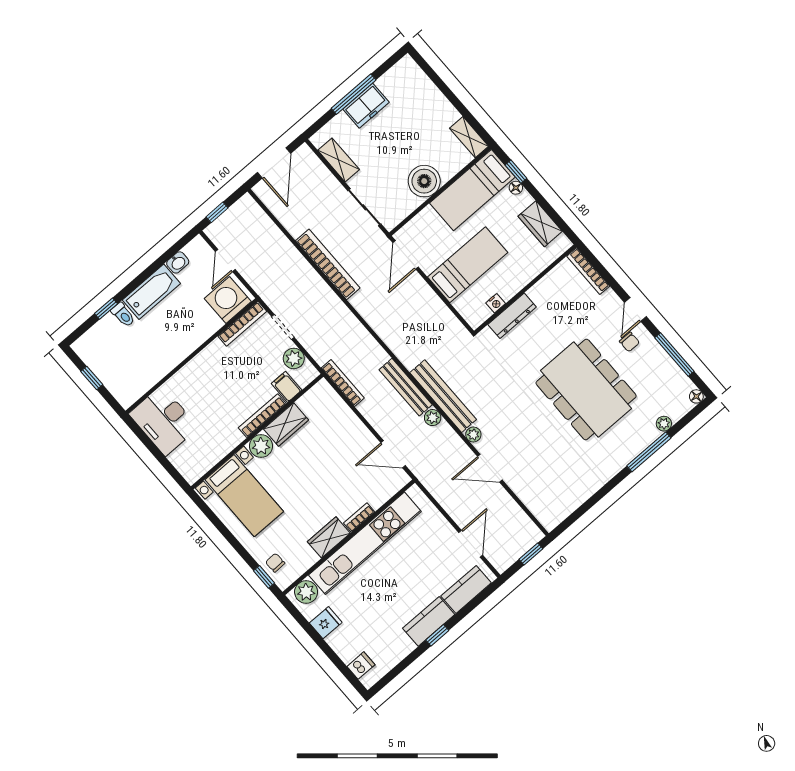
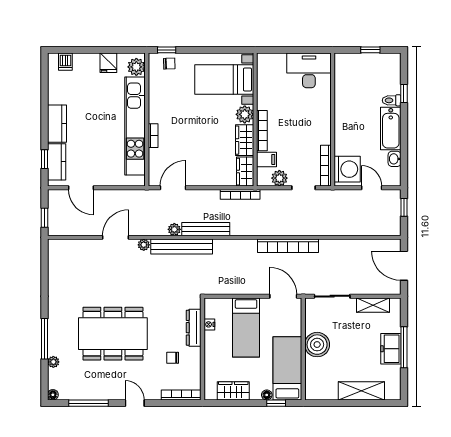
shelving: (469, 137) -> (361, 391), moved, width x1.50, depth x1.33
bookcase: (328, 264) -> (288, 246), moved
chair: (629, 342) -> (173, 358), moved
wardrobe: (329, 537) -> (245, 172), moved, turned 180
window: (437, 635) -> (44, 159), moved

